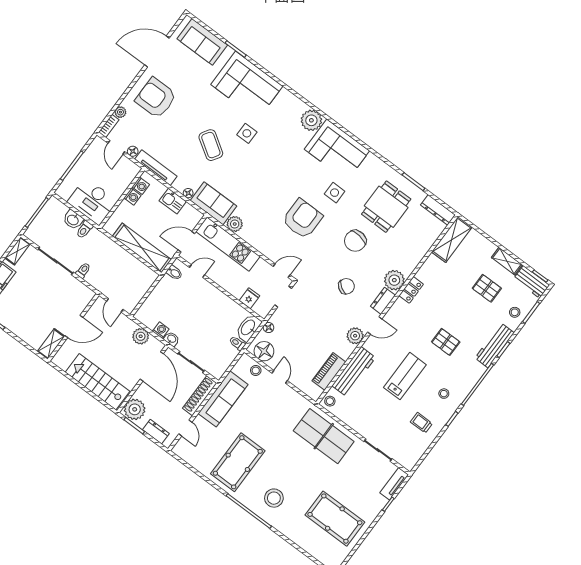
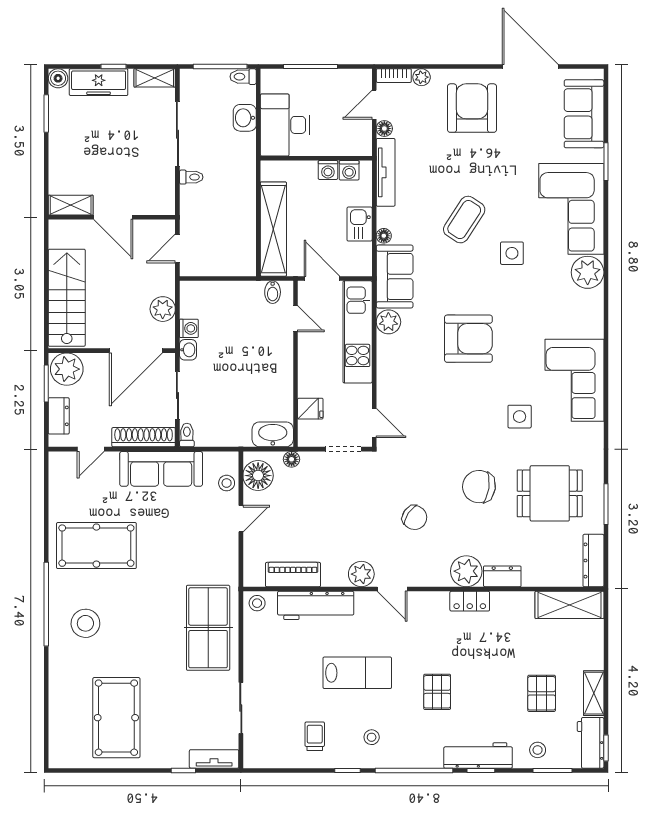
plant: (311, 120) -> (588, 272), moved
armchair: (302, 219) -> (468, 339), moved
toilet: (84, 230) -> (243, 77), moved
dresser: (383, 301) -> (502, 576), moved
toilet: (237, 343) -> (187, 435), moved

